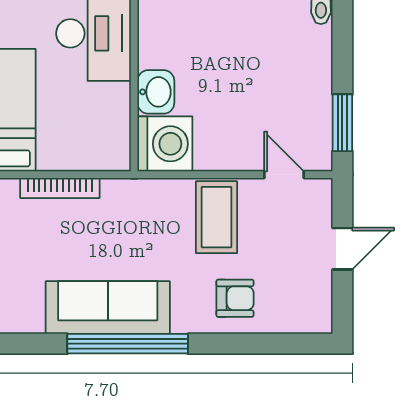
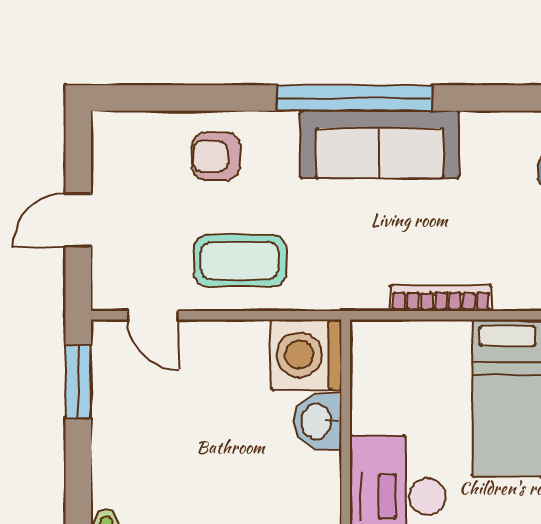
coffee table: (216, 217) -> (240, 261), turned 90

